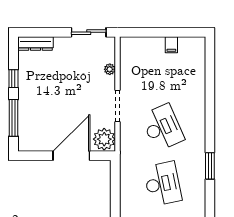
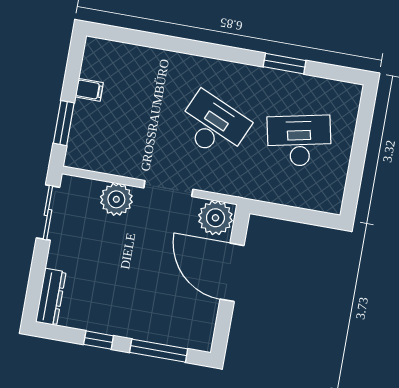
window: (147, 32) -> (64, 123), added
plant: (110, 69) -> (116, 199), width x1.88, depth x1.88
desk: (163, 127) -> (213, 126), turned 48

